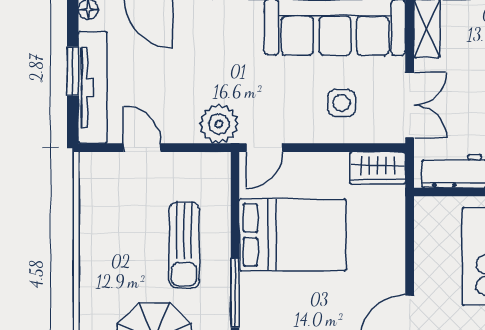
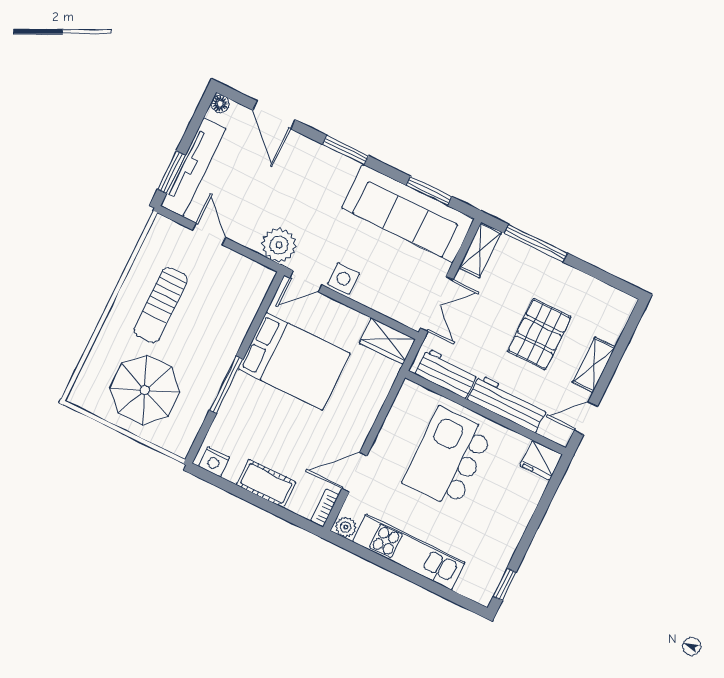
window: (73, 71) -> (171, 172), moved
side table: (342, 103) -> (343, 279), moved
sun lounger: (184, 245) -> (161, 305), moved

